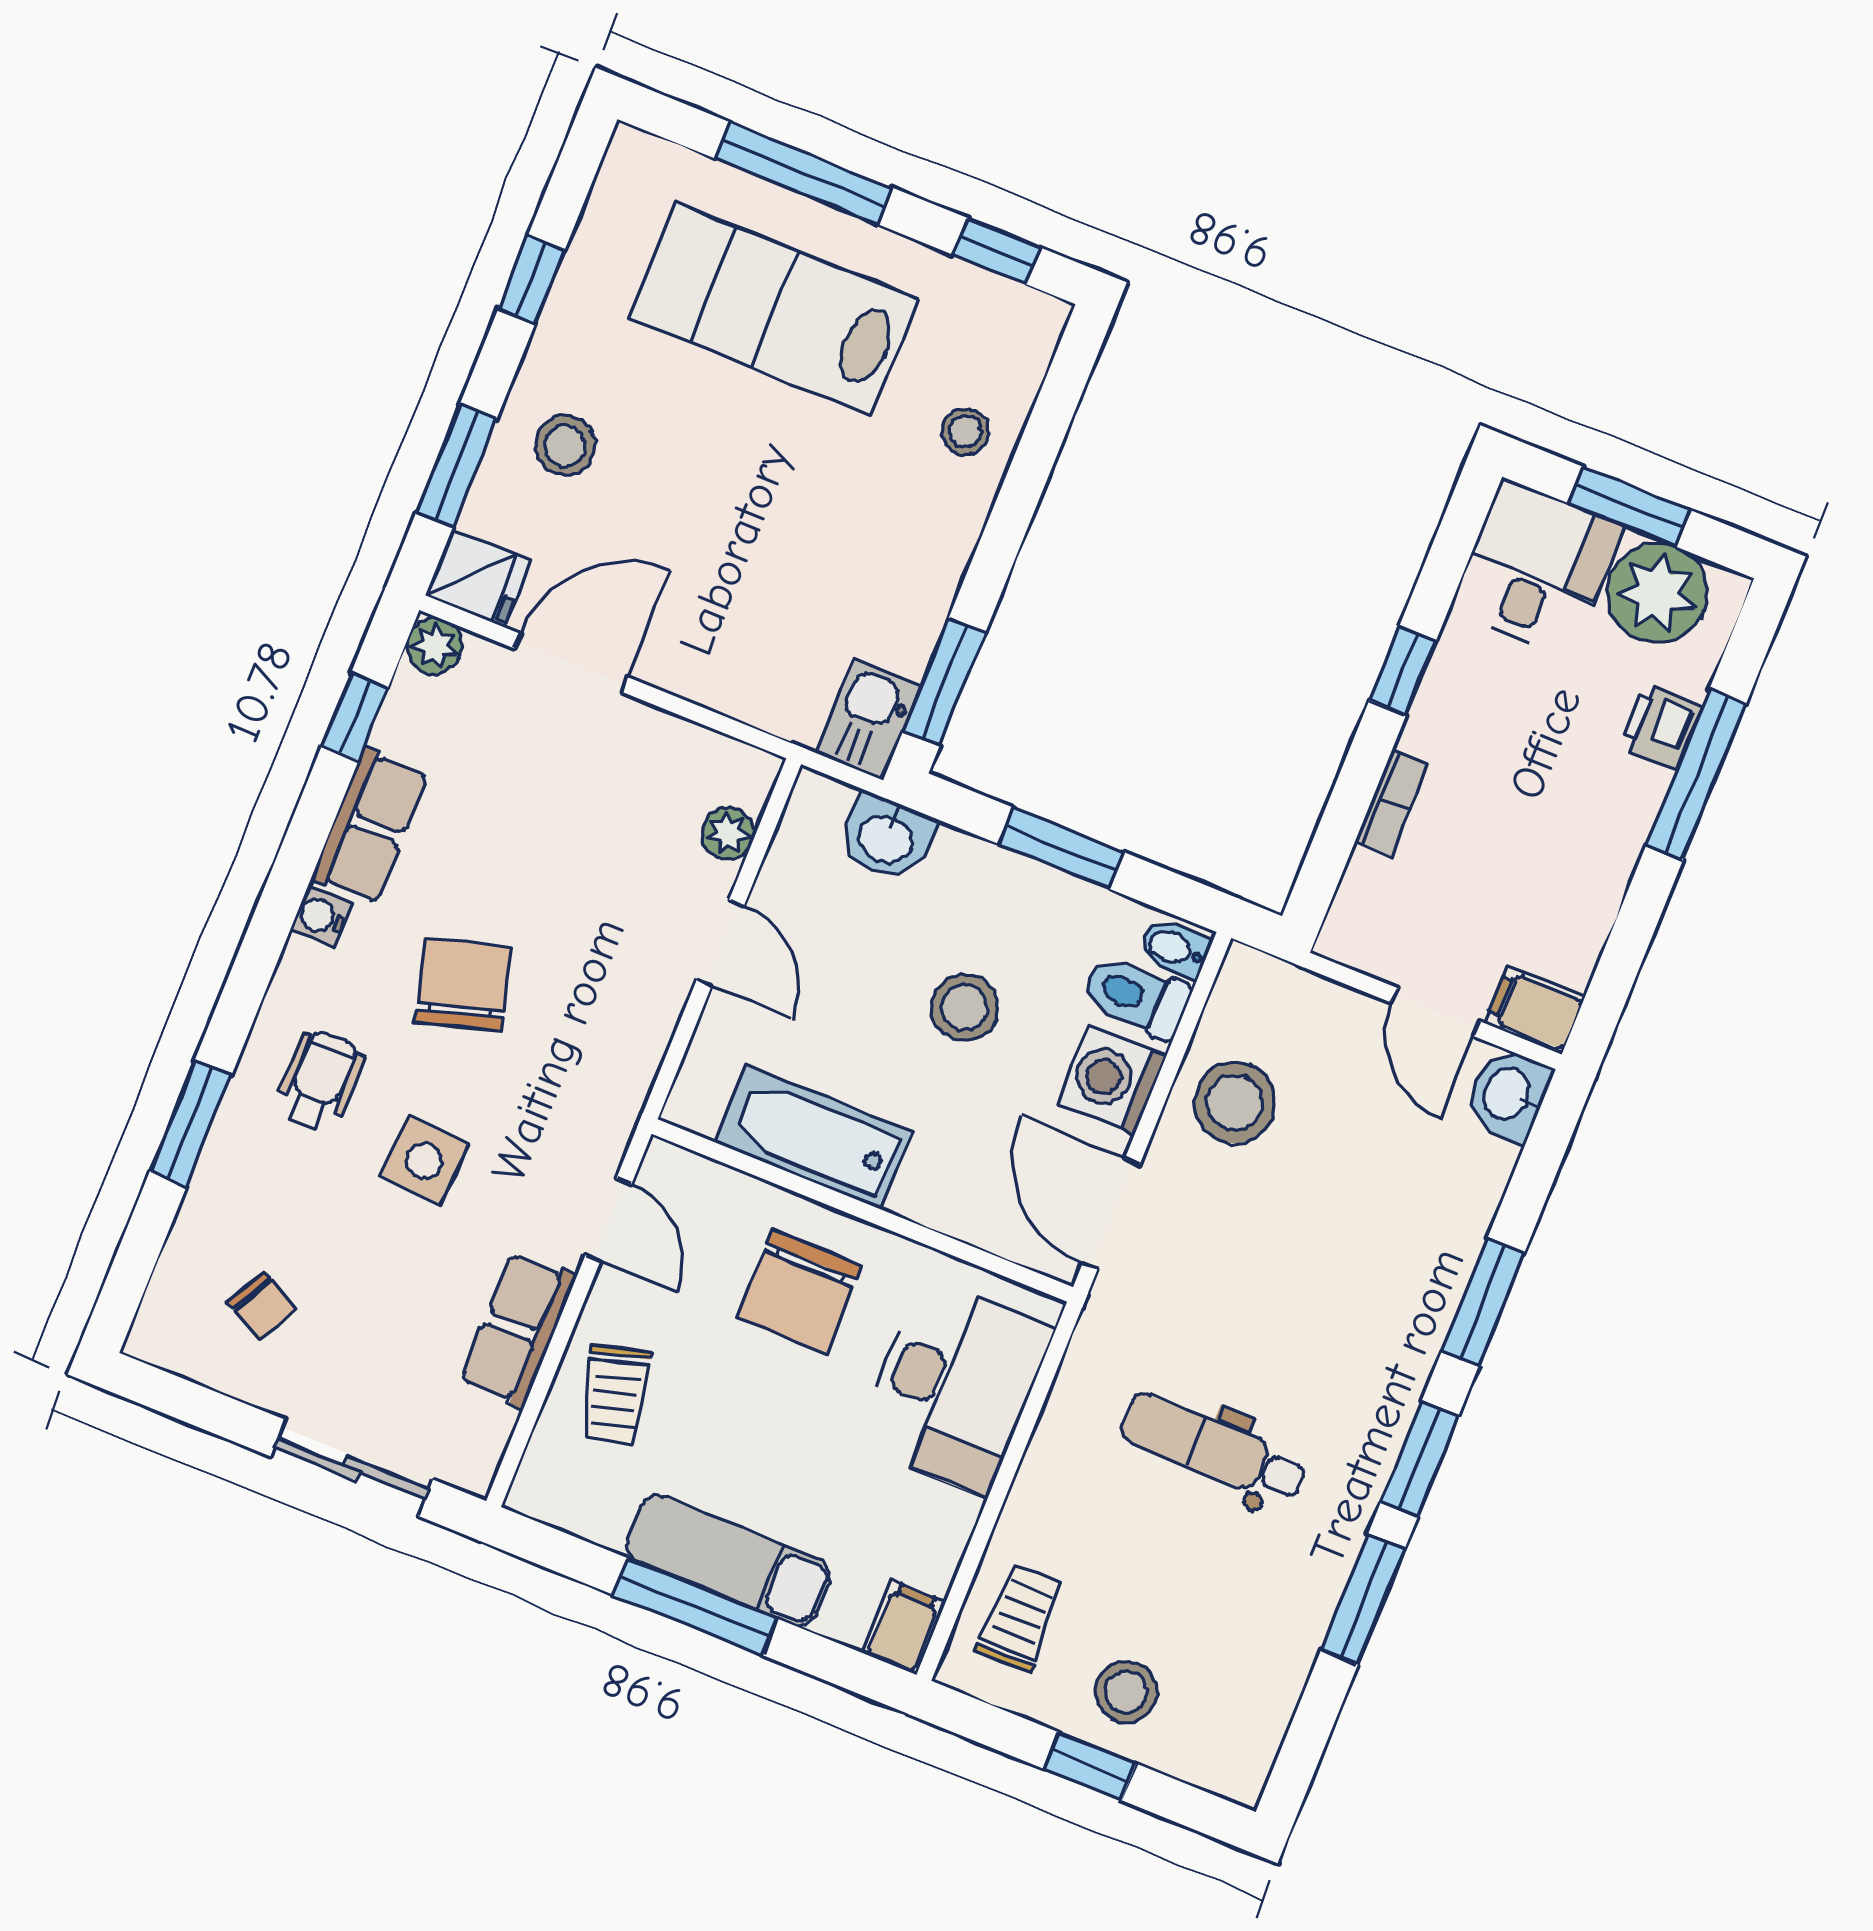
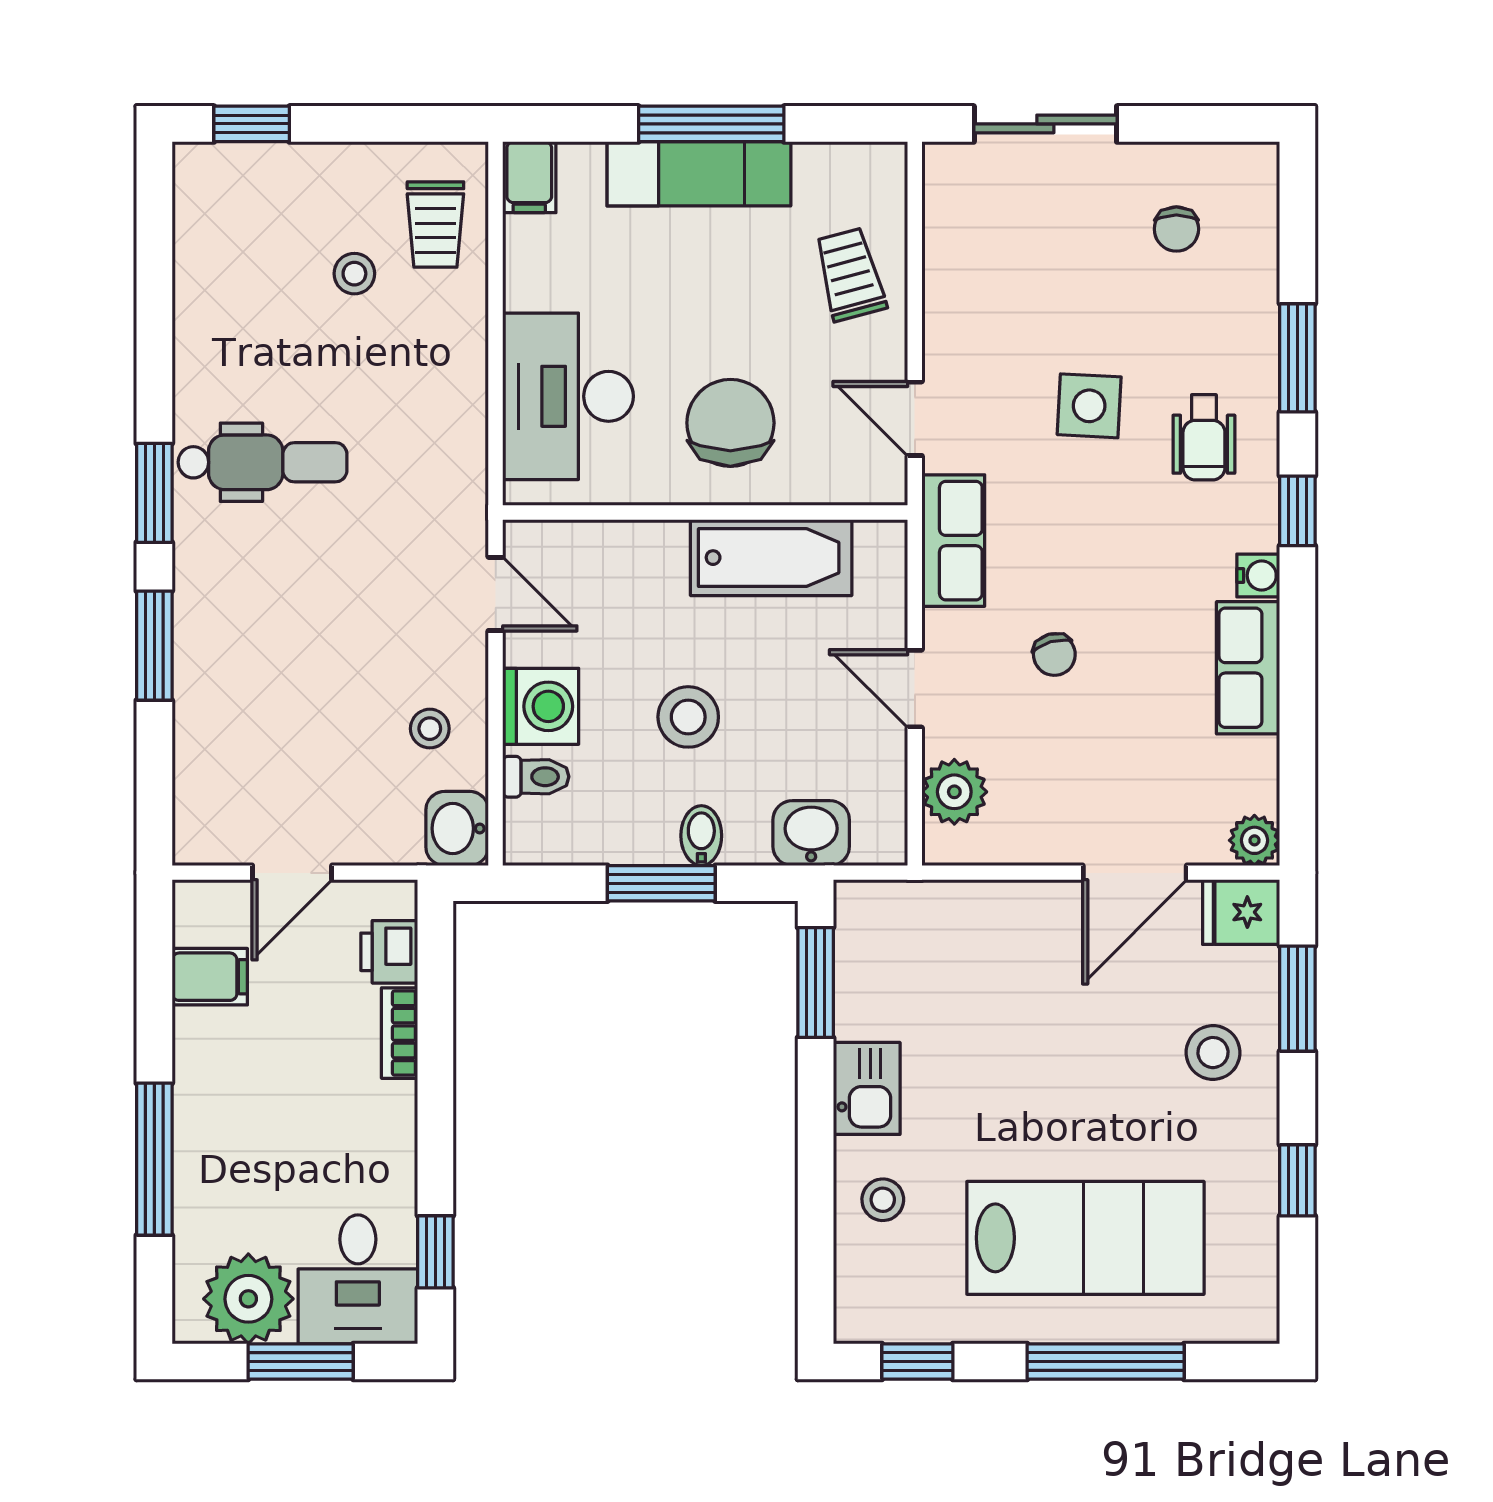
window: (1403, 671) -> (435, 1252), moved
window: (355, 717) -> (1297, 511), moved
kitchen sink: (868, 719) -> (867, 1088), moved
printer: (1661, 726) -> (389, 952), moved, turned 180
plant: (728, 833) -> (954, 792), width x1.38, depth x1.38
bidet: (1174, 949) -> (701, 836), moved, turned -90
chair: (462, 984) -> (1054, 655), moved, width x0.54, depth x0.54
toilet: (1136, 996) -> (536, 777), width x0.73, depth x0.72
filing cabinet: (1535, 1010) -> (210, 977), moved
door: (1436, 1012) -> (292, 873), swing flipped
washbasin: (1508, 1094) -> (457, 828), moved, turned 180
stool: (1235, 1103) -> (430, 729), width x0.53, depth x0.53
door: (1111, 1214) -> (496, 594), width x0.73
chair: (261, 1306) -> (1176, 229), turned -118
row of seats: (518, 1329) -> (953, 541), moved
dental chair: (1213, 1448) -> (263, 462), moved
window: (1363, 1600) -> (154, 356), removed
stool: (1126, 1692) -> (354, 274), moved, width x0.73, depth x0.73
window: (1090, 1766) -> (252, 124), moved

